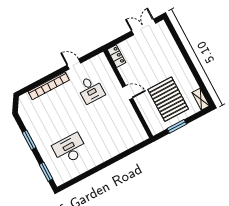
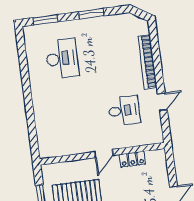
locker: (116, 56) -> (132, 159), moved
desk: (91, 90) -> (124, 111), turned 180

